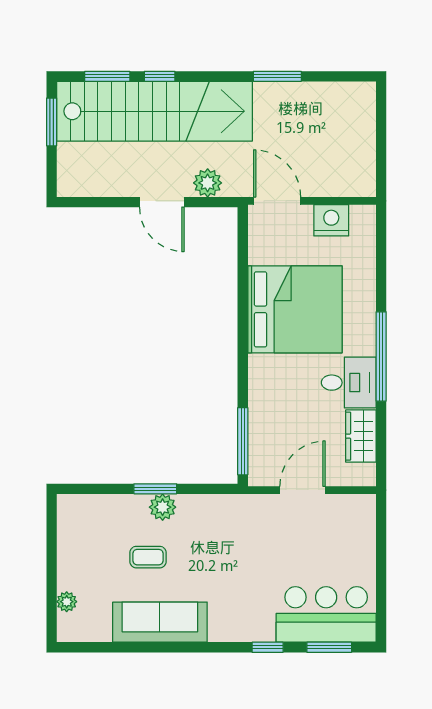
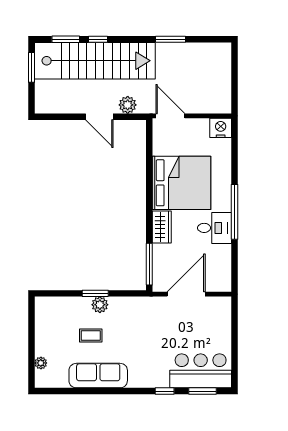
nightstand: (331, 220) -> (221, 128), moved
wardrobe: (361, 436) -> (162, 227), moved, turned 180
door: (303, 490) -> (186, 294), width x1.36

